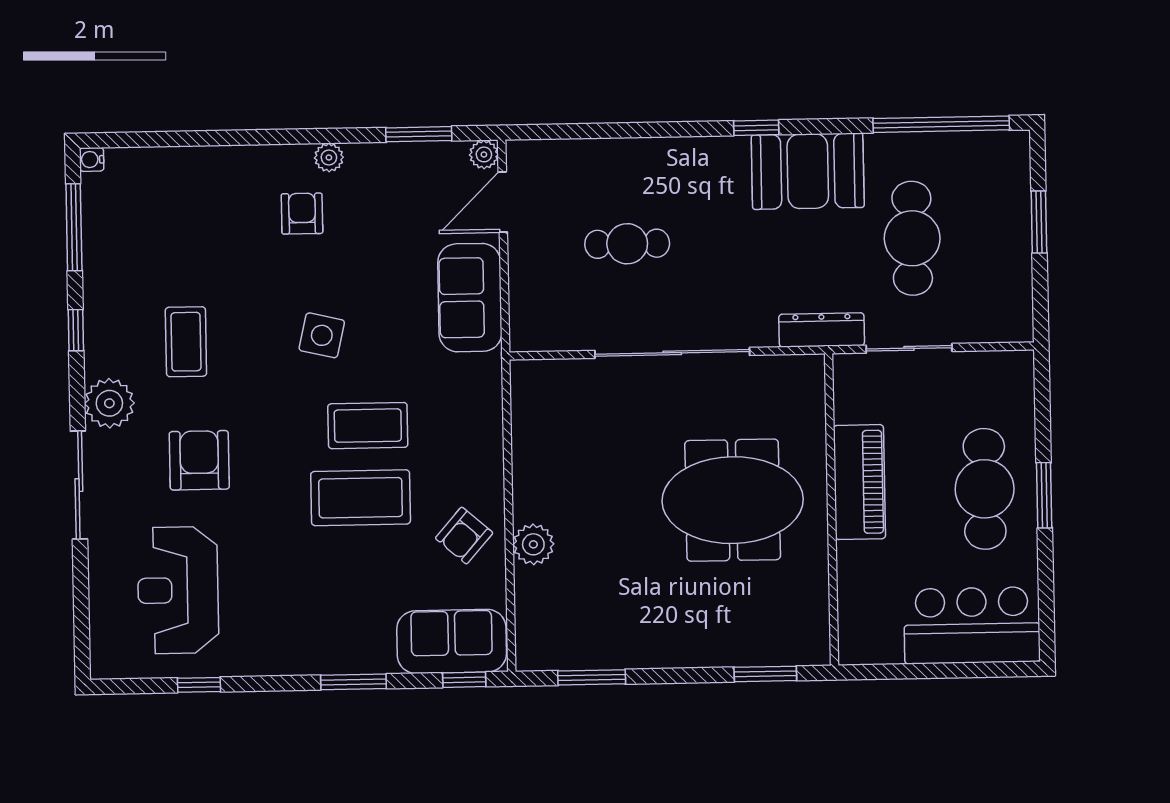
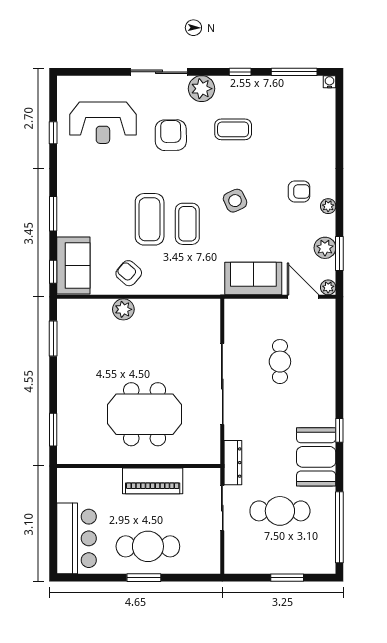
plant: (408, 162) -> (325, 248), added
side table: (322, 335) -> (235, 201), turned -38
armchair: (199, 460) -> (171, 135), turned -91
meeting table: (733, 500) -> (145, 414), turned 90
reception desk: (178, 590) -> (103, 123), turned 180

